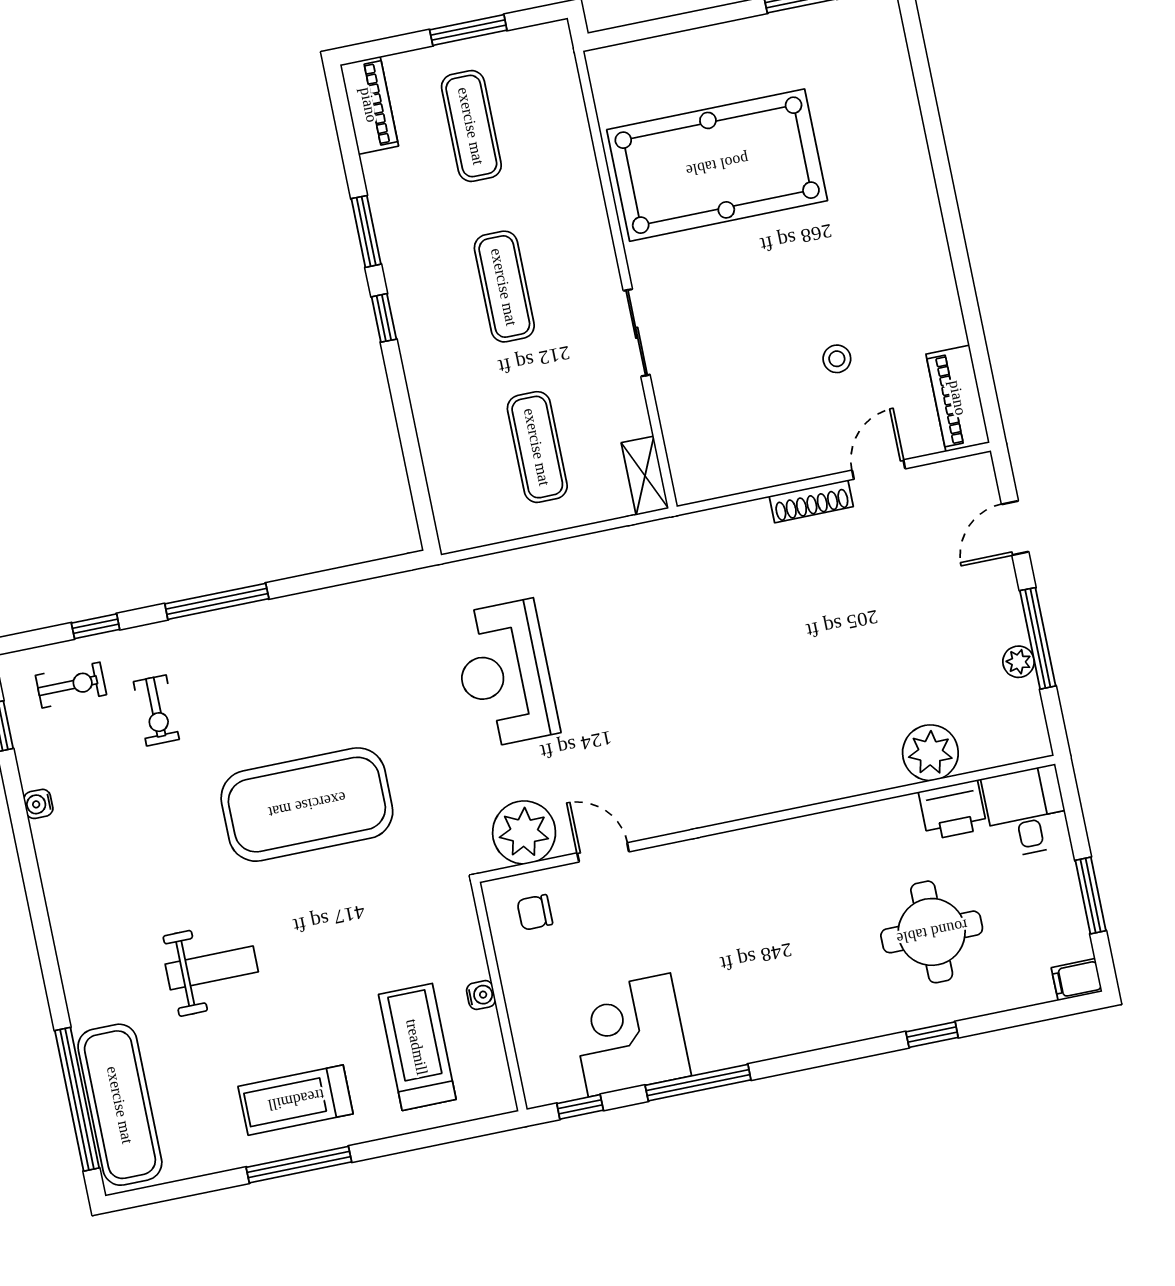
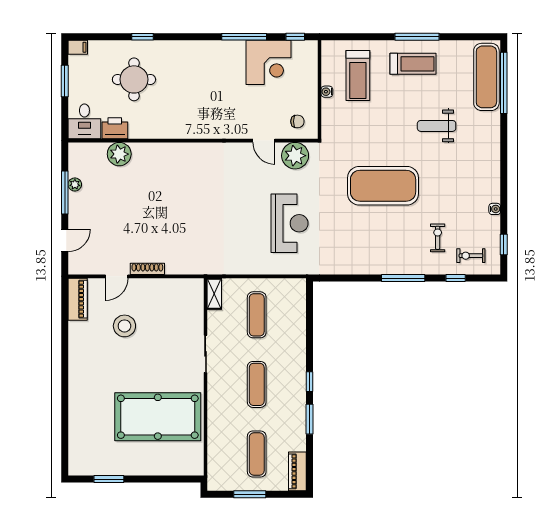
stool: (837, 359) -> (124, 326), width x1.89, depth x1.89

